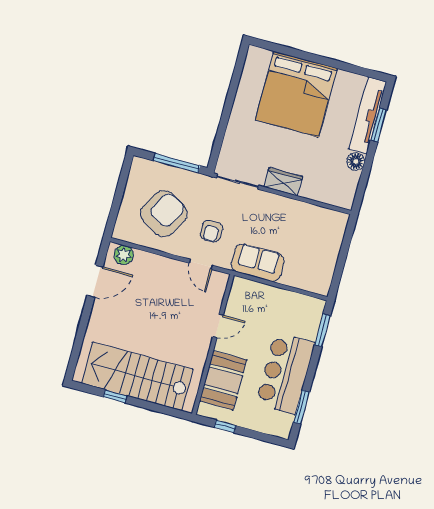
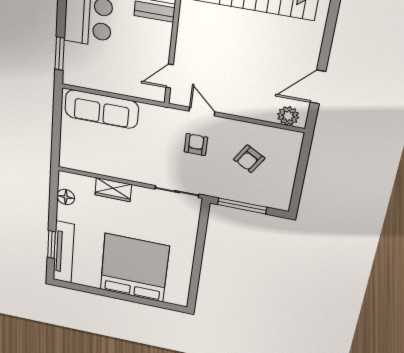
floor lamp: (356, 161) -> (66, 197), moved
wardrobe: (283, 182) -> (113, 190), moved
armchair: (164, 213) -> (249, 159), width x0.53, depth x0.53
sofa: (258, 263) -> (102, 109), moved, width x1.36
door: (218, 326) -> (170, 76), moved

